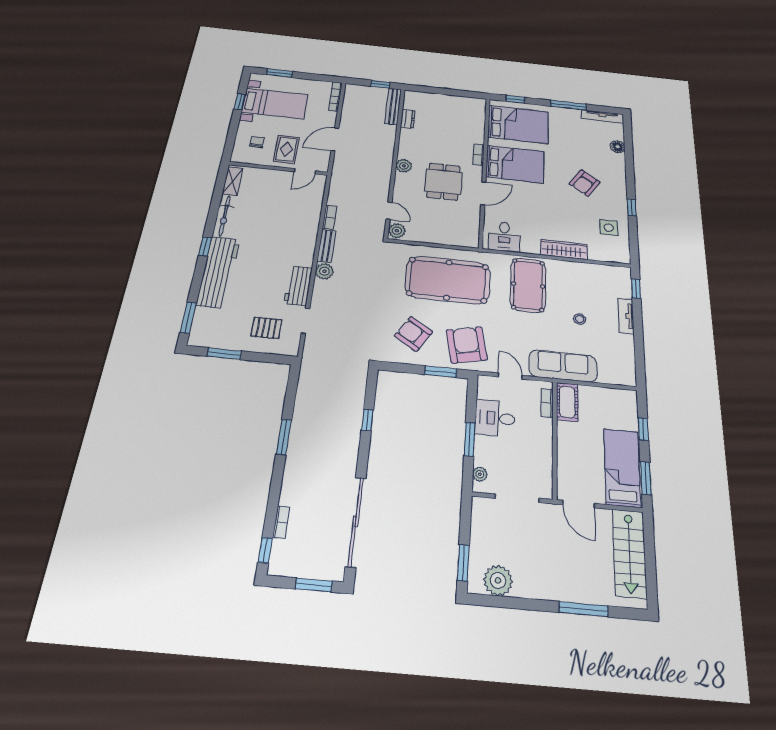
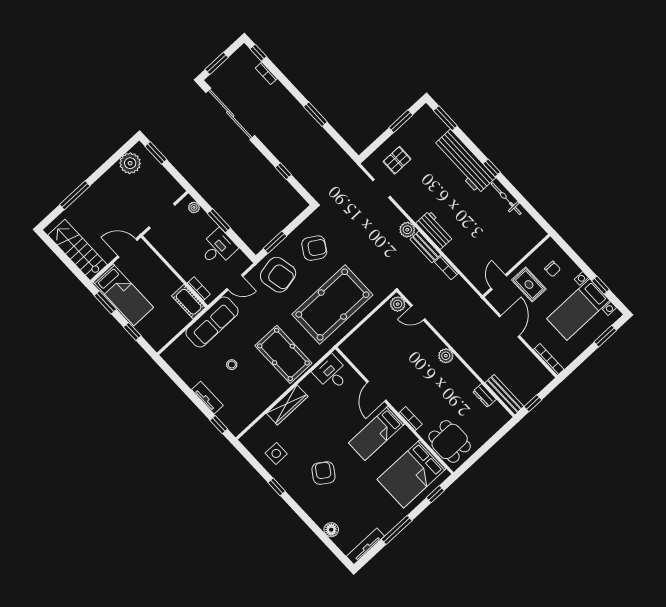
bed: (515, 164) -> (377, 433), width x0.67
shelving: (233, 181) -> (531, 226), removed
dining table: (443, 182) -> (450, 441), moved
workbench: (298, 286) -> (435, 230), moved

